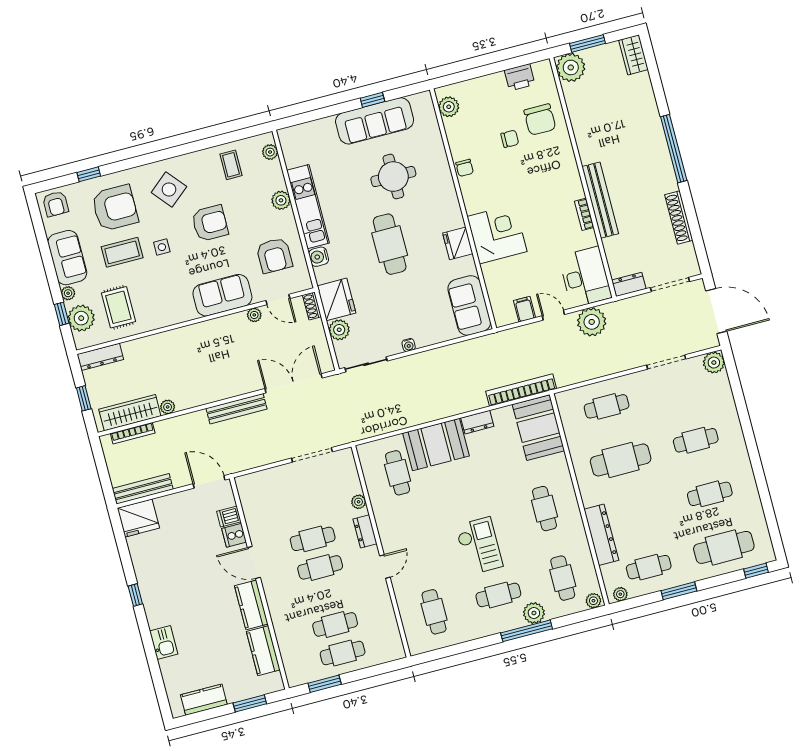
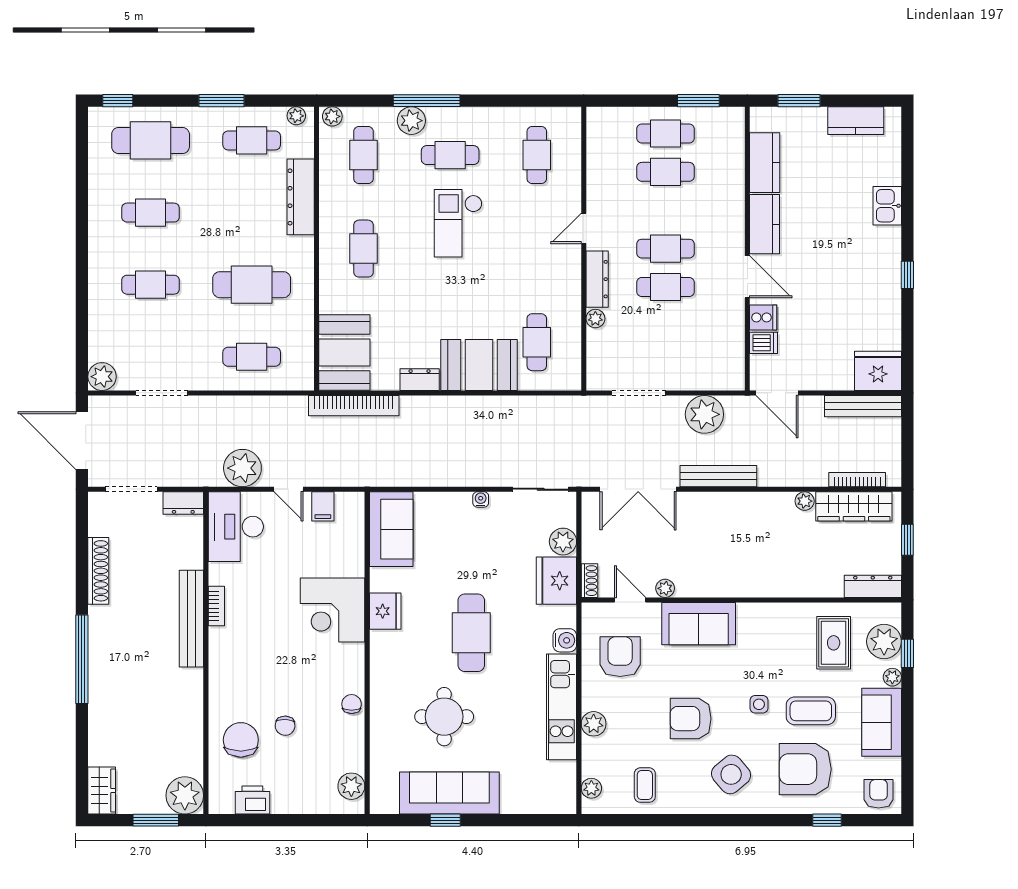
chair: (510, 139) -> (285, 726), turned -88
plant: (259, 452) -> (704, 414), added
dresser: (365, 531) -> (597, 279), width x1.44

